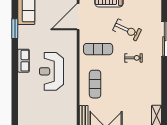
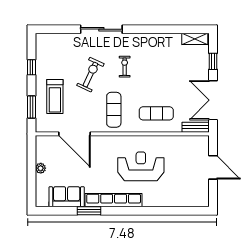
row of seats: (24, 61) -> (114, 200), width x2.02
reception desk: (51, 71) -> (141, 166), turned 180

